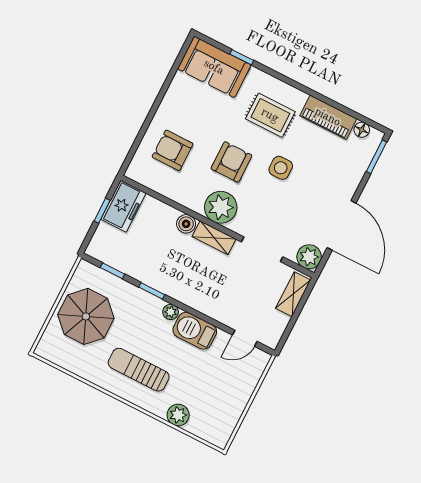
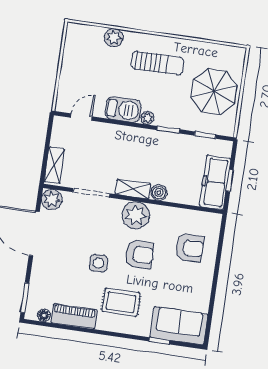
armchair: (231, 162) -> (139, 254), turned -90
freezer: (123, 206) -> (215, 182), width x1.40

